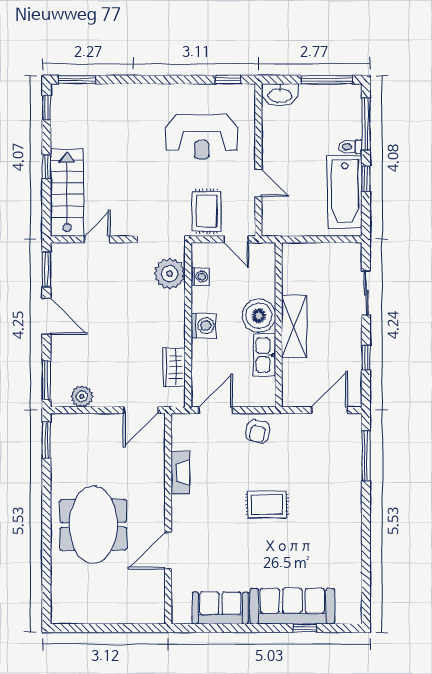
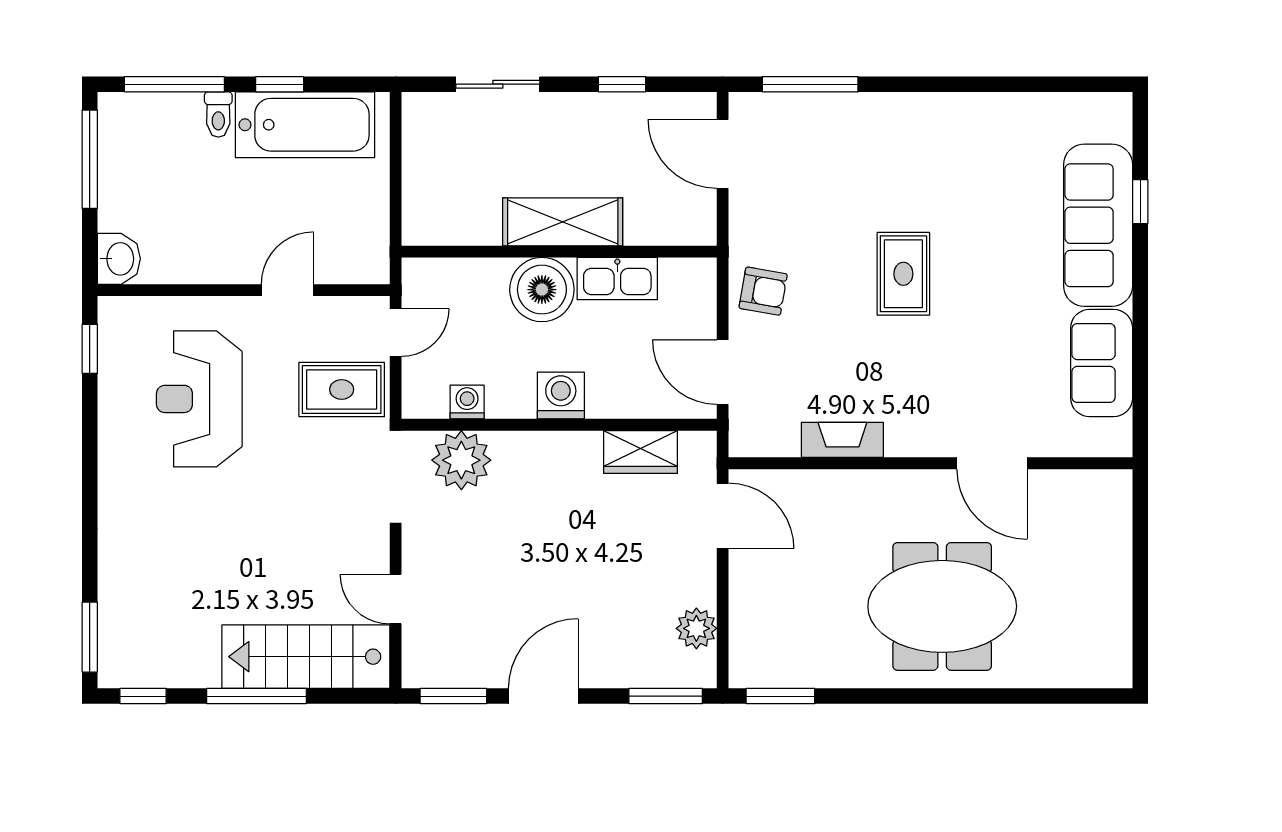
washbasin: (280, 95) -> (119, 259), width x0.72
reception desk: (202, 137) -> (199, 399), turned 180
window: (46, 167) -> (256, 696), width x2.17

